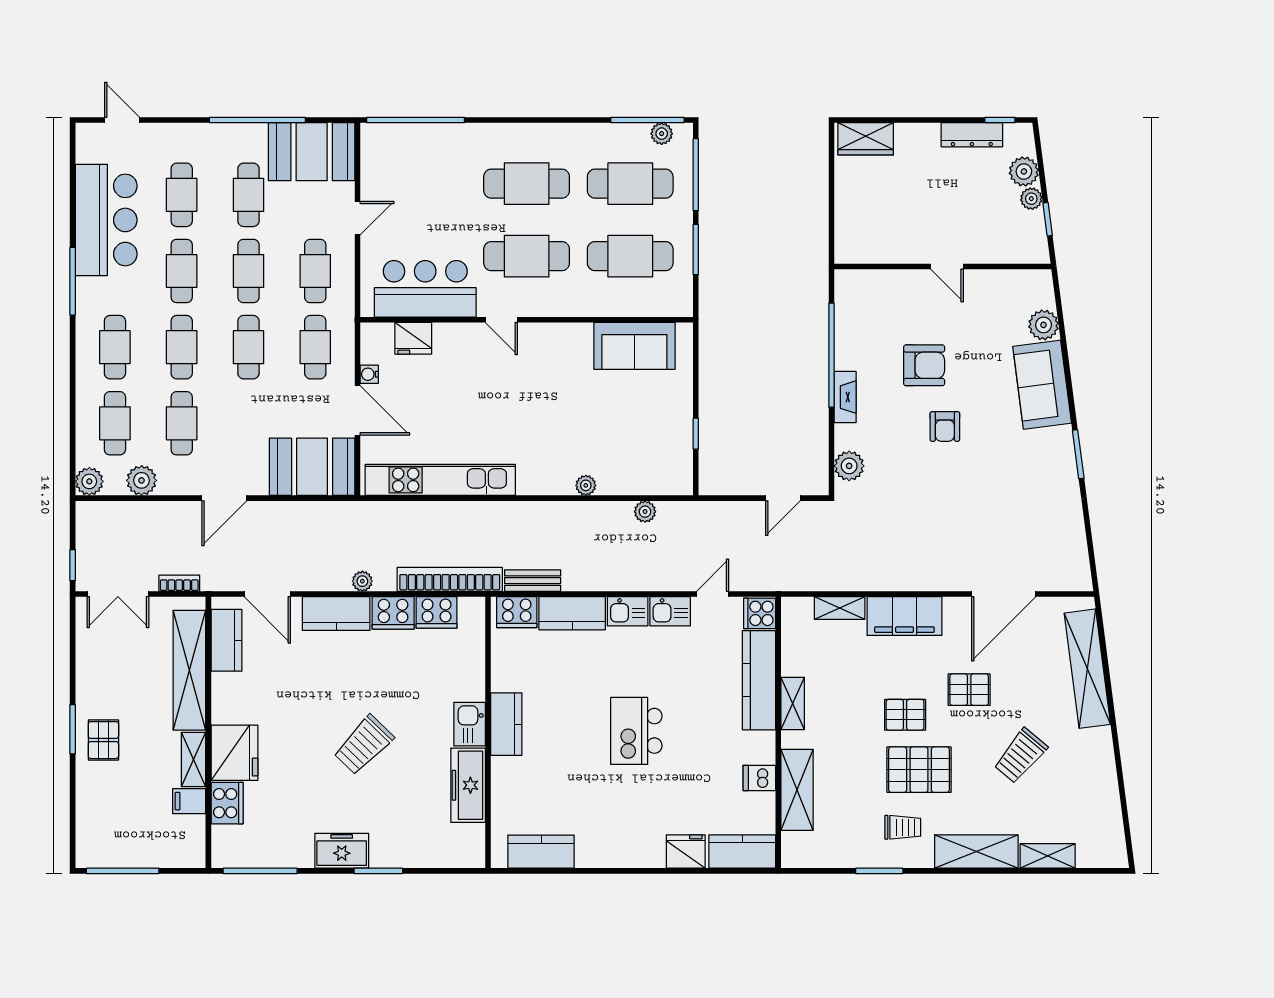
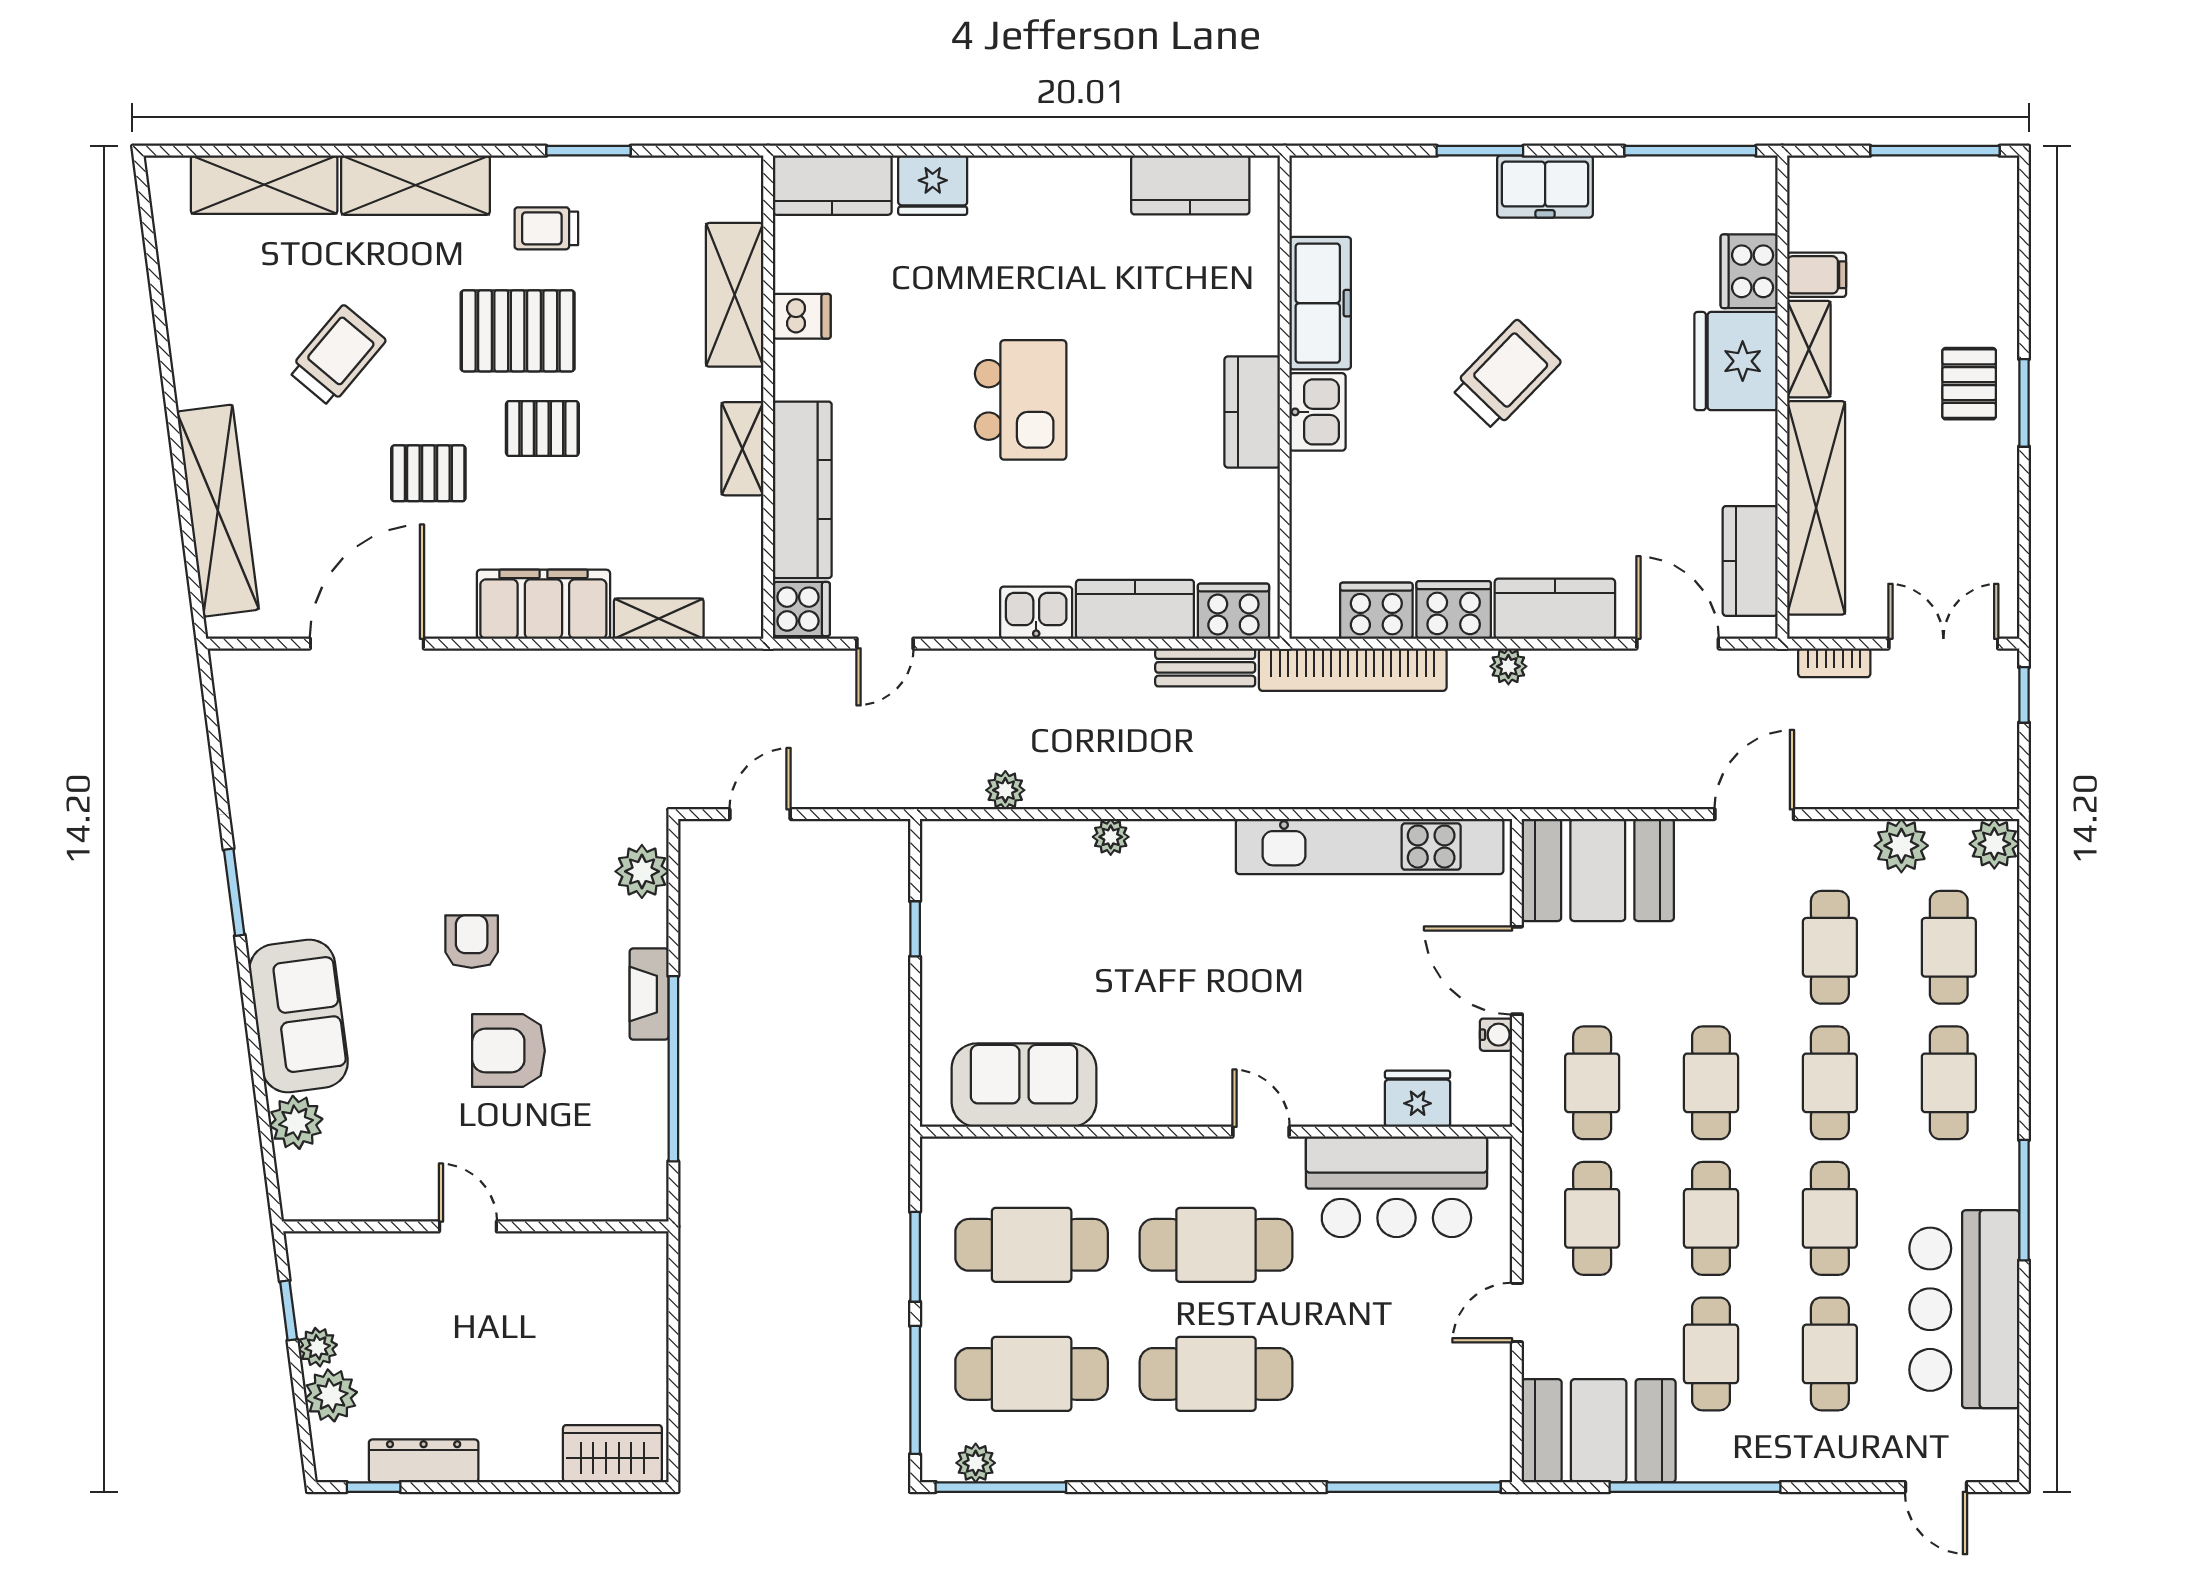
kitchen sink: (670, 611) -> (960, 613), removed
shelving: (1048, 856) -> (264, 185), width x1.50, depth x1.33

